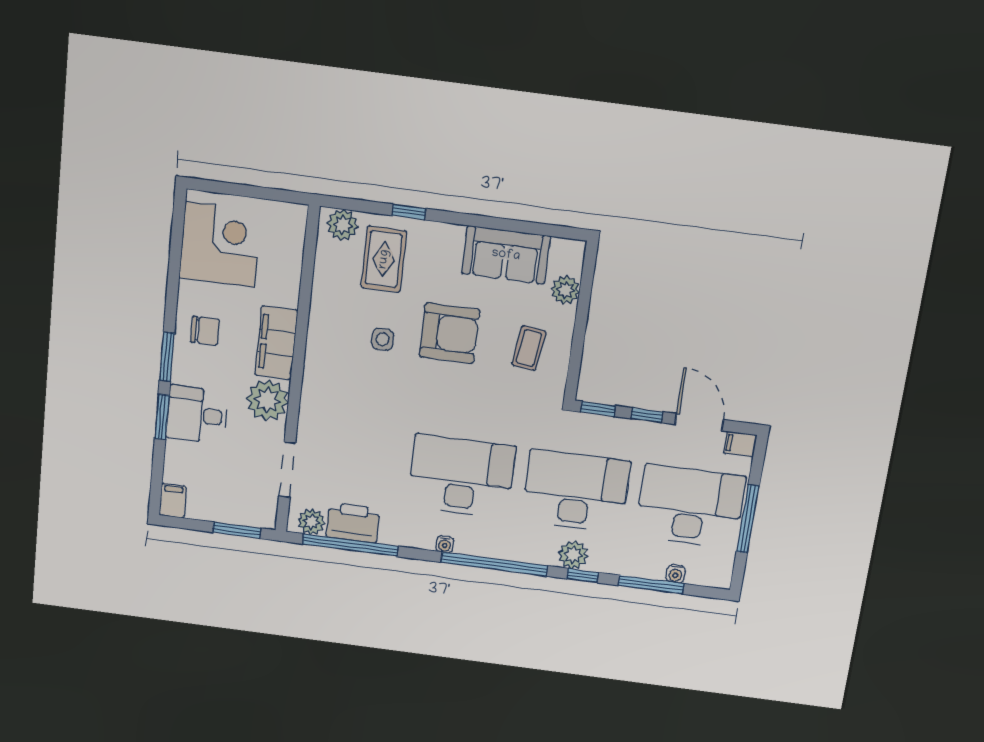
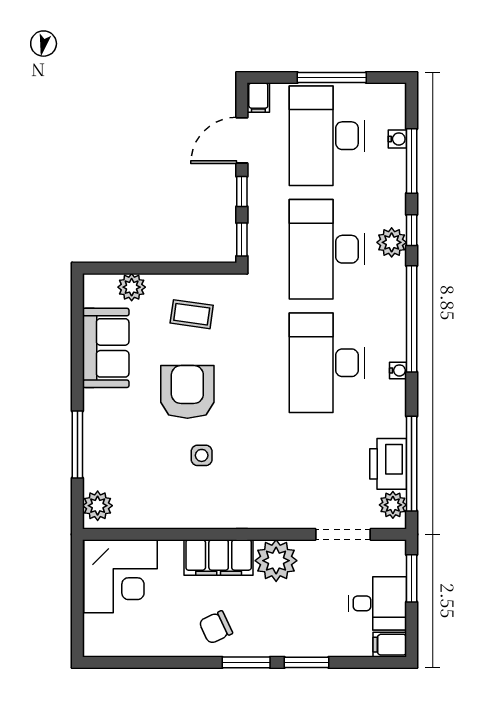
window: (409, 212) -> (77, 444), width x2.17
corner desk: (220, 245) -> (120, 576), moved, turned 180
rug: (384, 259) -> (125, 463), removed
chair: (205, 331) -> (216, 627), turned -115
desk: (197, 415) -> (378, 603), moved, turned -90

